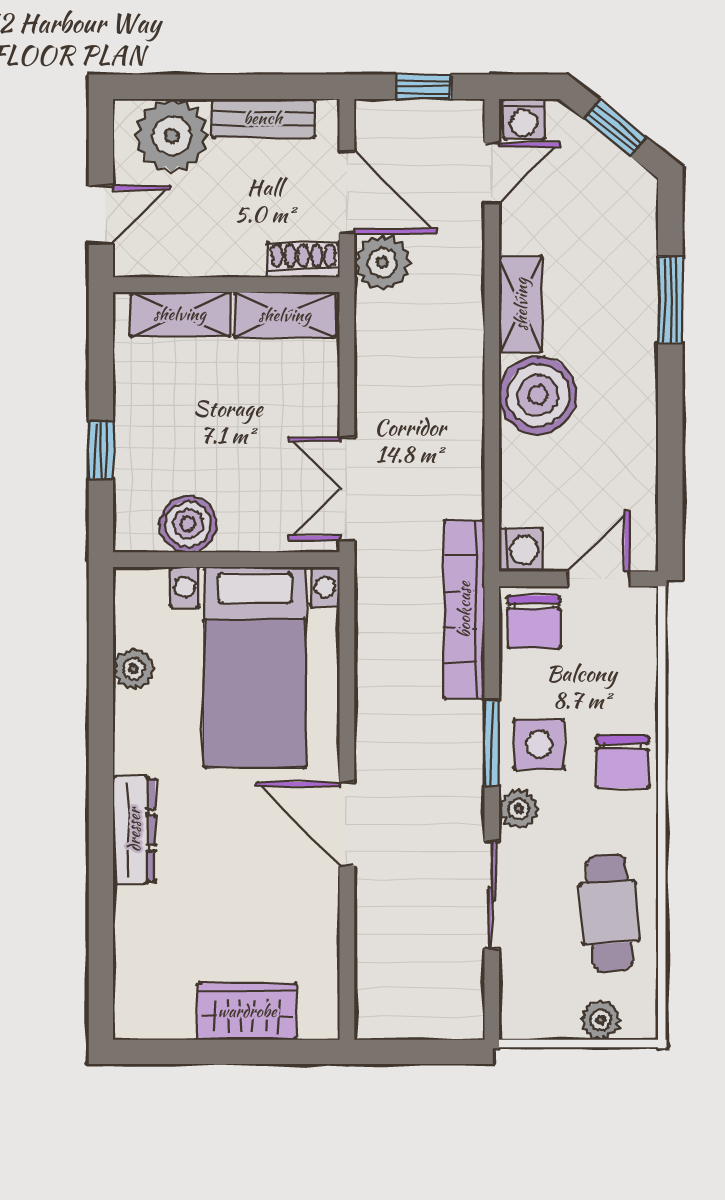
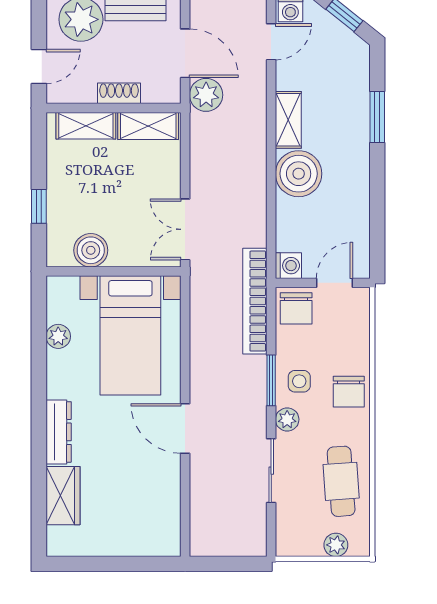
shoe rack: (303, 260) -> (119, 93), moved
side table: (539, 744) -> (299, 381), width x0.73, depth x0.73
wardrobe: (247, 1011) -> (63, 496), moved, turned 90

